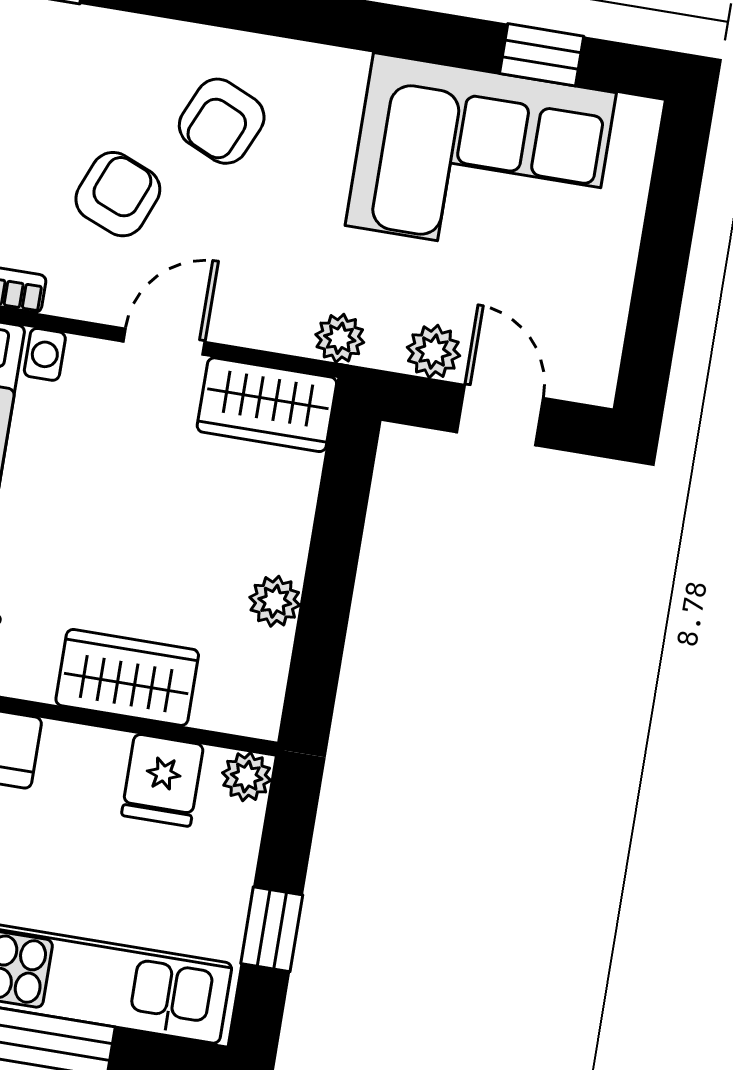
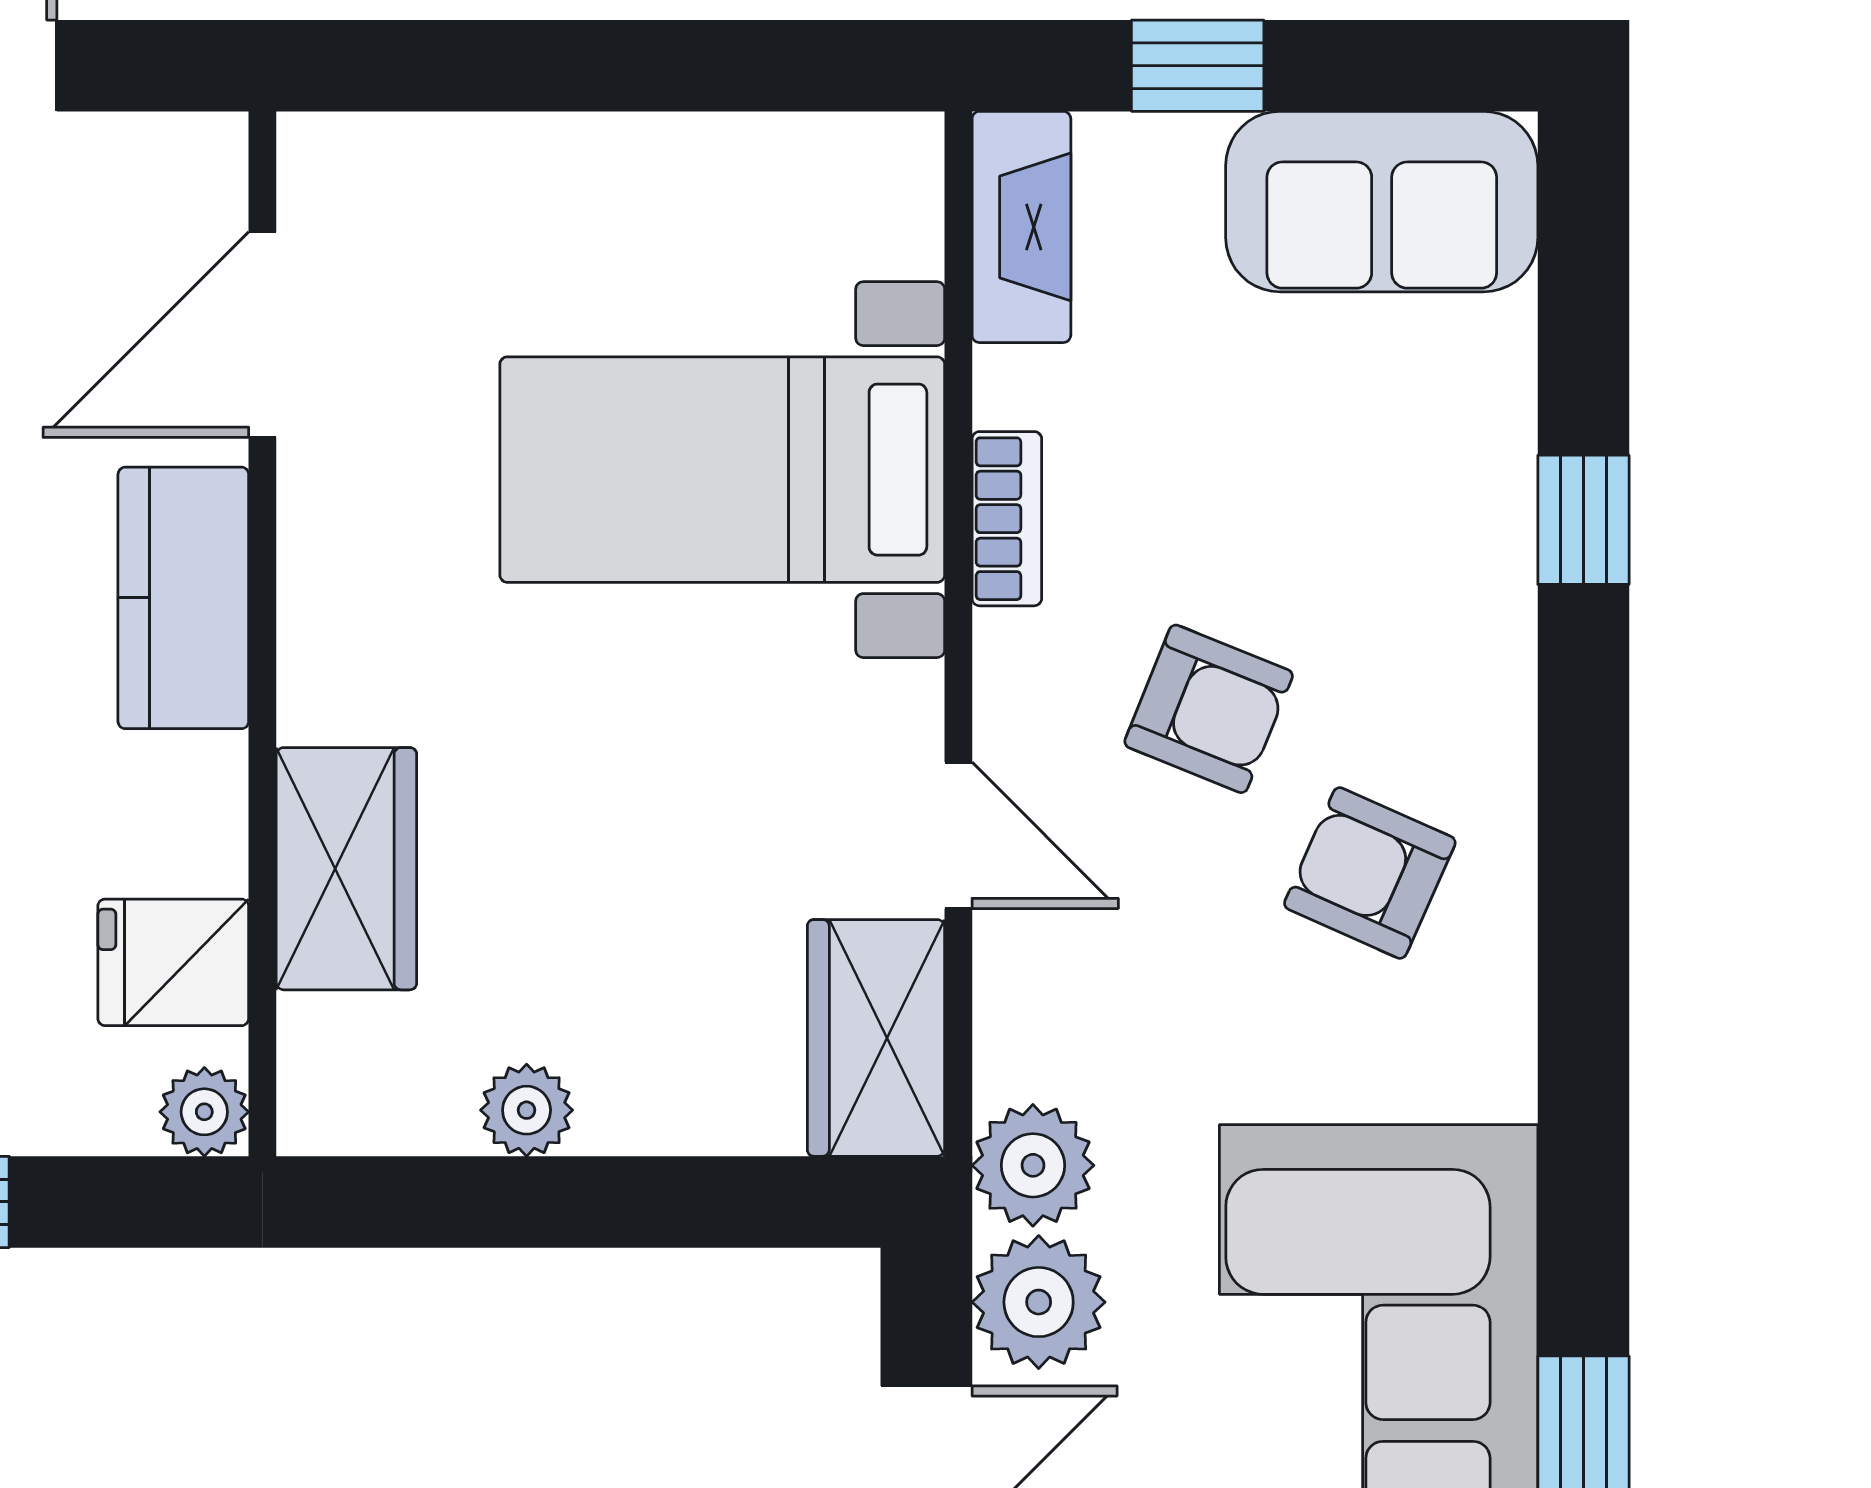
plant: (340, 338) -> (1033, 1165), width x1.38, depth x1.38
plant: (433, 352) -> (1039, 1302), width x1.38, depth x1.38

